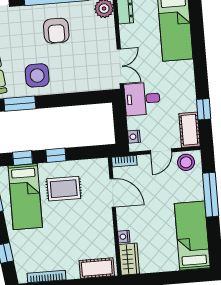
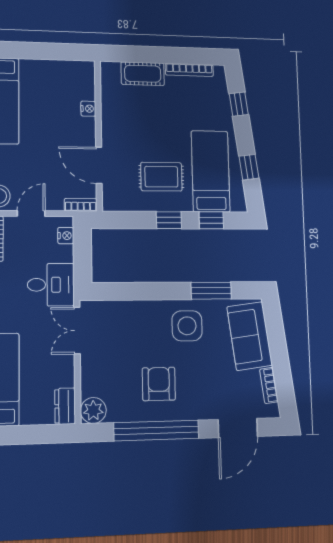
wardrobe: (129, 259) -> (84, 80), removed
cot: (97, 268) -> (143, 74), moved

